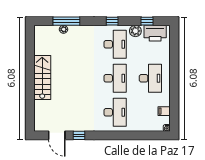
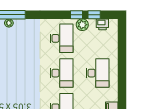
window: (112, 21) -> (76, 15), moved
printer: (155, 33) -> (102, 24), width x0.53, depth x0.68

